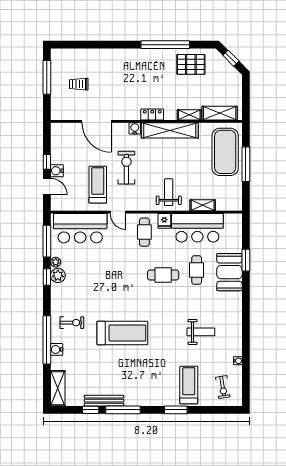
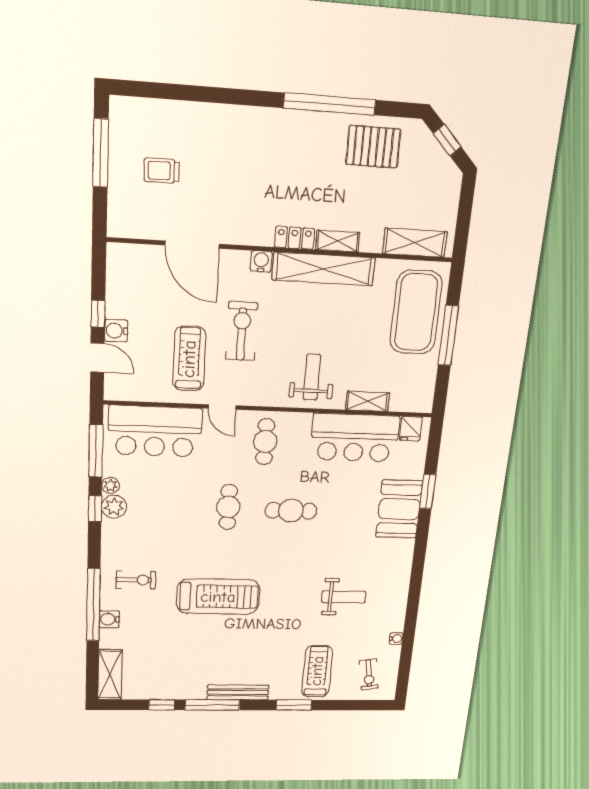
shelving: (189, 115) -> (338, 241), moved
fridge: (164, 221) -> (411, 429), moved
cafe table: (197, 270) -> (228, 507), moved
bench: (104, 401) -> (238, 692), moved

